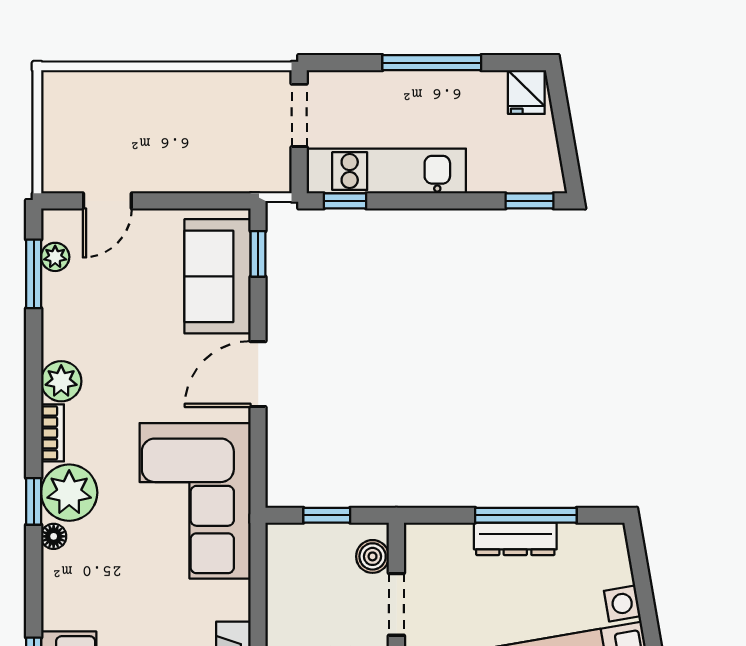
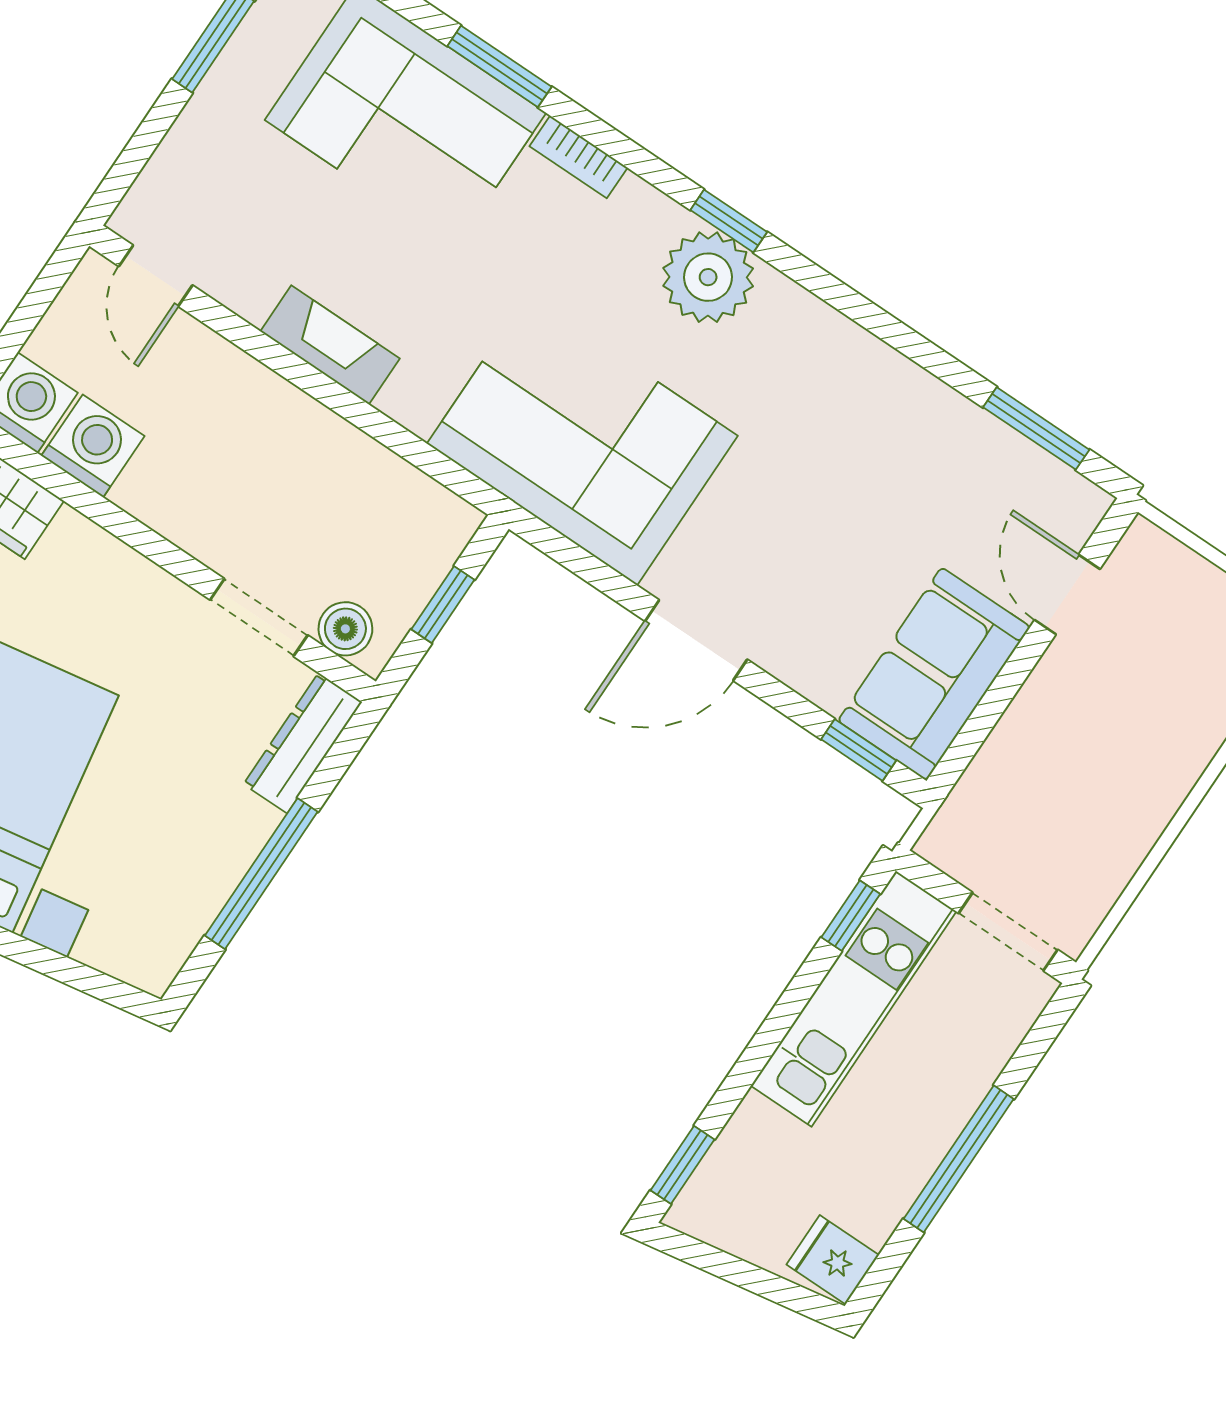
plant: (55, 257) -> (1039, 473), removed
sofa: (218, 276) -> (934, 674), moved, turned -90
door: (258, 374) -> (696, 640), swing flipped
plant: (61, 381) -> (866, 368), removed
bookcase: (52, 433) -> (579, 157), moved
floor lamp: (54, 536) -> (663, 216), removed
dresser: (515, 539) -> (303, 743), moved

